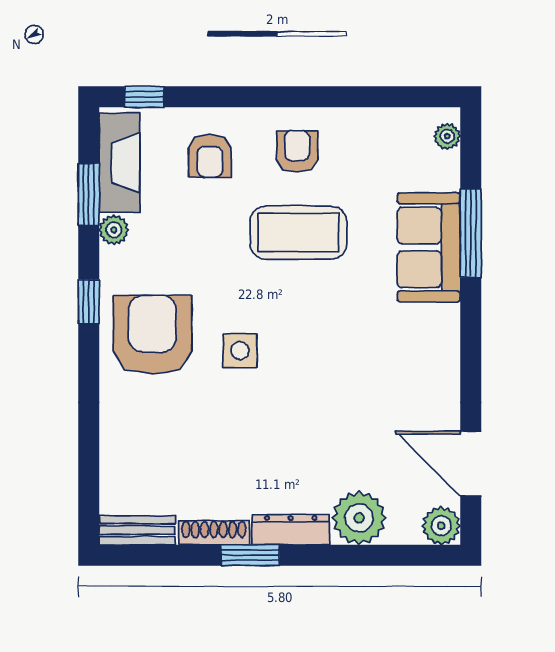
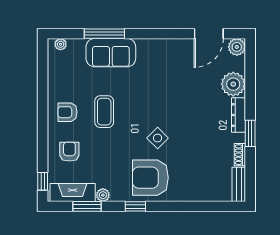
armchair: (210, 156) -> (69, 152), turned -90
coffee table: (298, 233) -> (104, 112), width x0.73, depth x0.76
side table: (240, 351) -> (158, 138), turned 45
shoe rack: (214, 533) -> (240, 155), width x0.70

